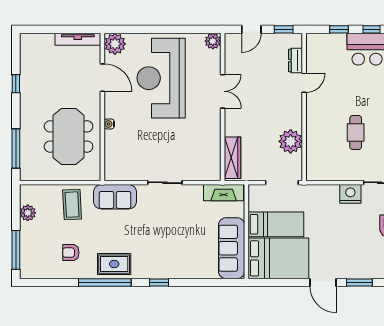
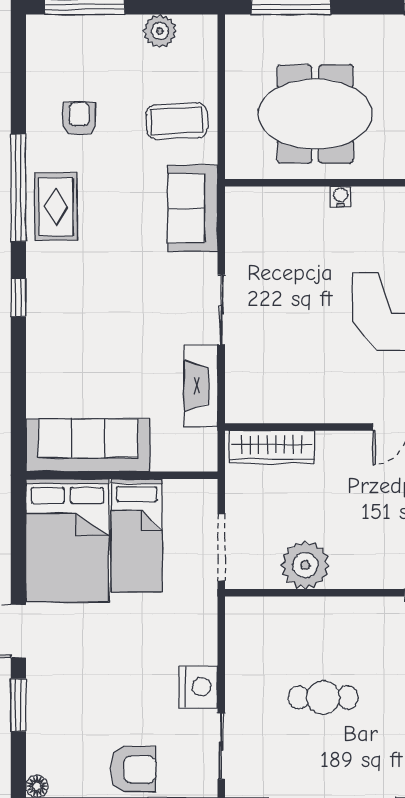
fireplace: (224, 193) -> (201, 386), moved

